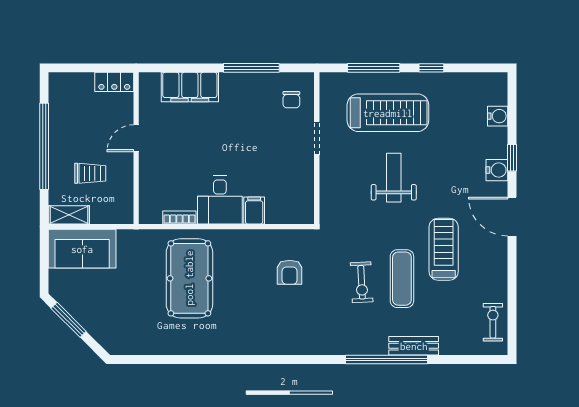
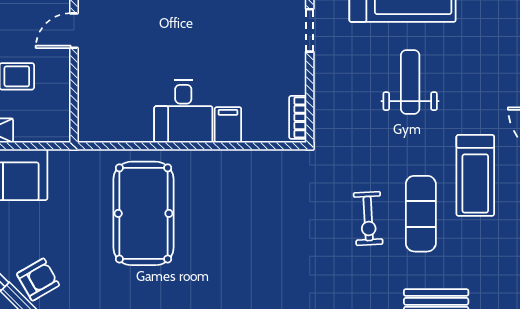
bookcase: (179, 217) -> (298, 117), moved, turned -90
treadmill: (444, 249) -> (475, 175), turned 180
armchair: (290, 272) -> (38, 280), moved, turned -120

